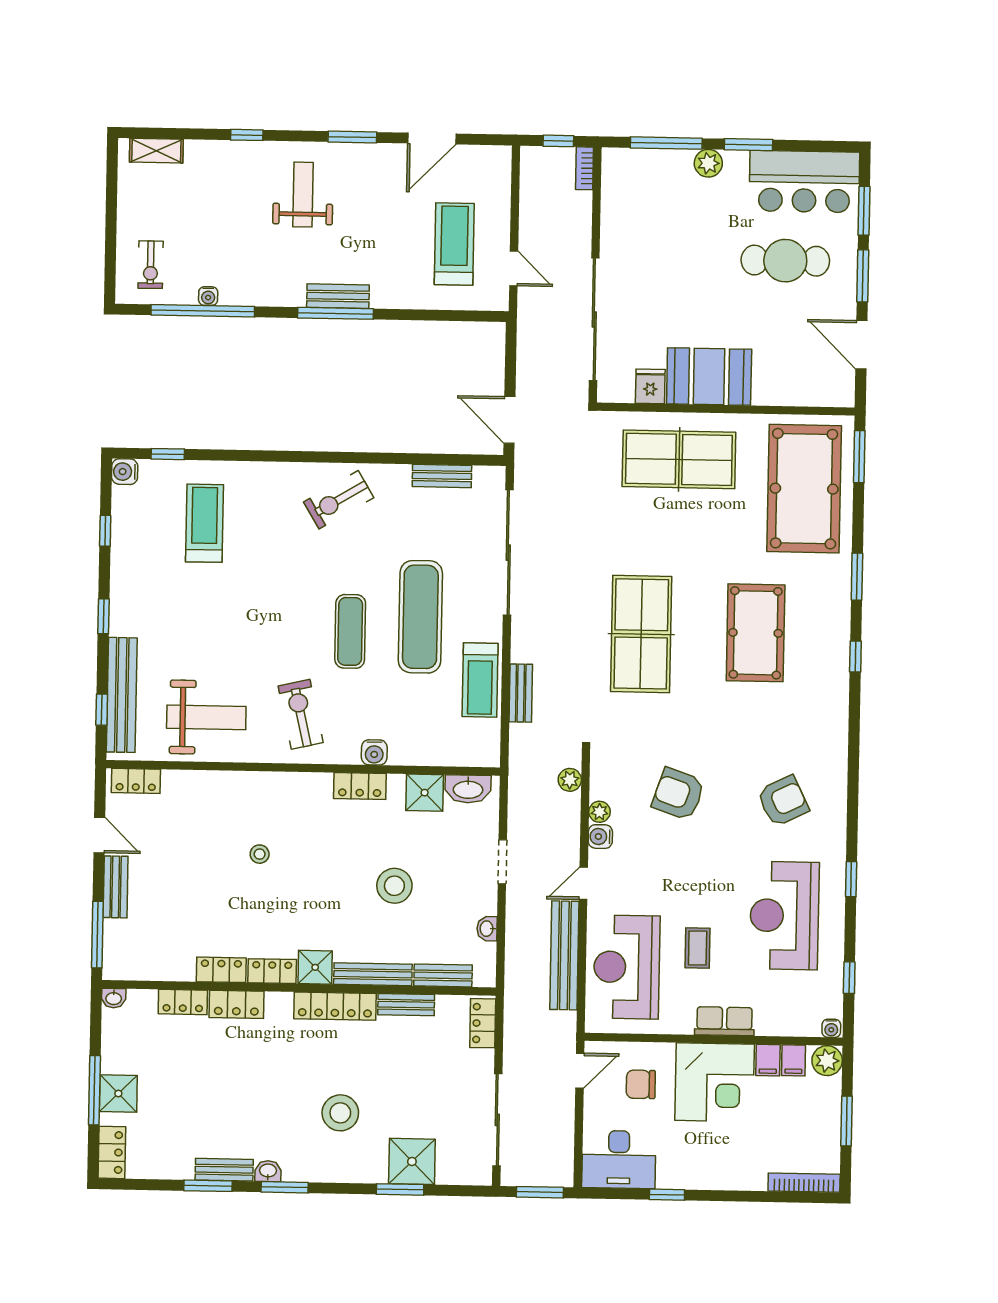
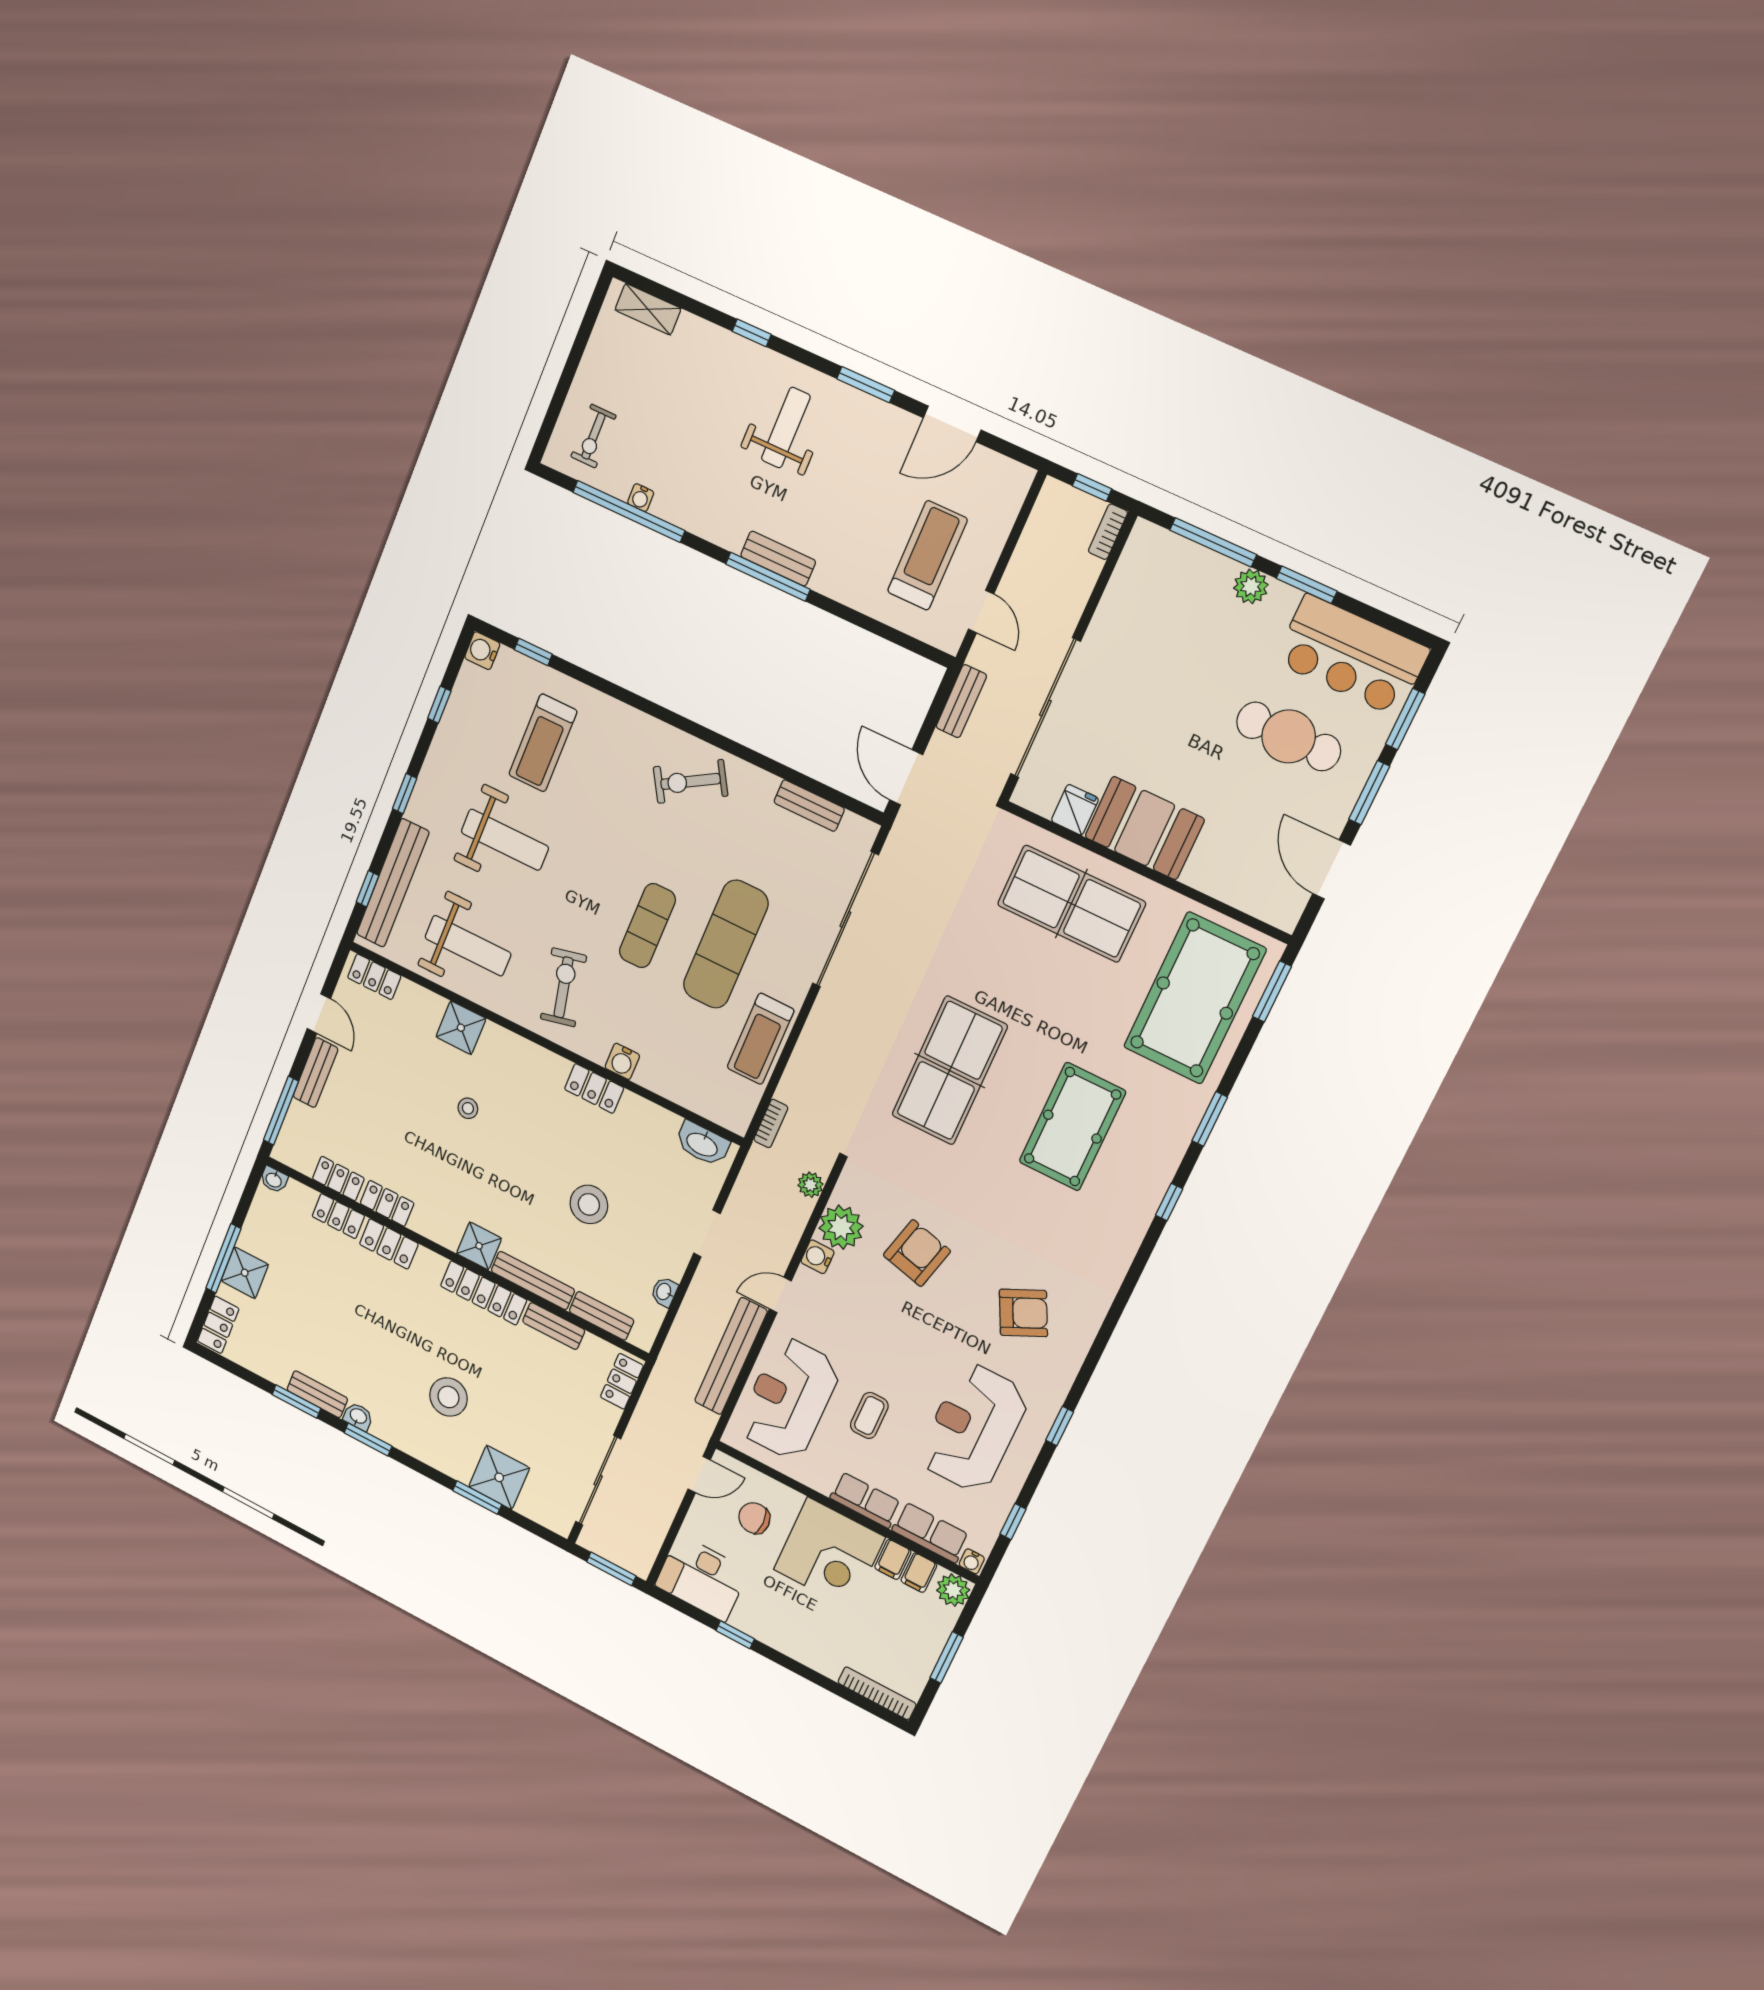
treadmill: (204, 523) -> (543, 743), turned 180
weight bench: (203, 616) -> (505, 840), added
bench: (521, 693) -> (961, 701), moved
bookcase: (517, 745) -> (771, 1124), added
shower: (425, 793) -> (461, 1028), moved
armchair: (678, 794) -> (917, 1253), turned 85
plant: (599, 812) -> (841, 1227), width x1.87, depth x1.87
locker: (272, 971) -> (338, 1179), moved
row of seats: (788, 1021) -> (930, 1533), added

